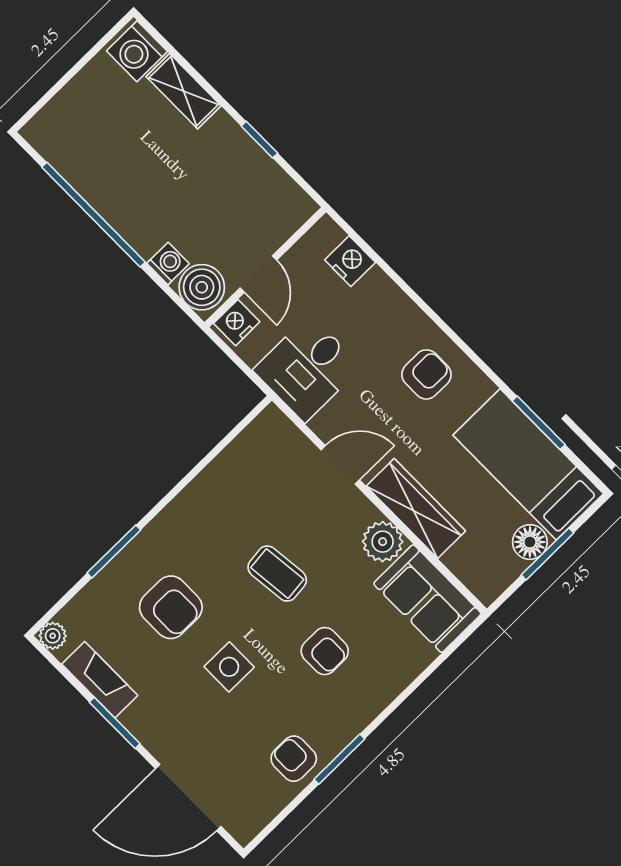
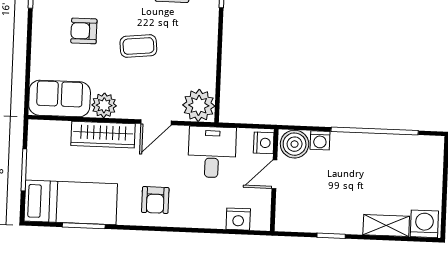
door: (258, 274) -> (274, 174), hinge flipped
plant: (272, 438) -> (199, 105), added
floor lamp: (530, 542) -> (37, 168), removed

